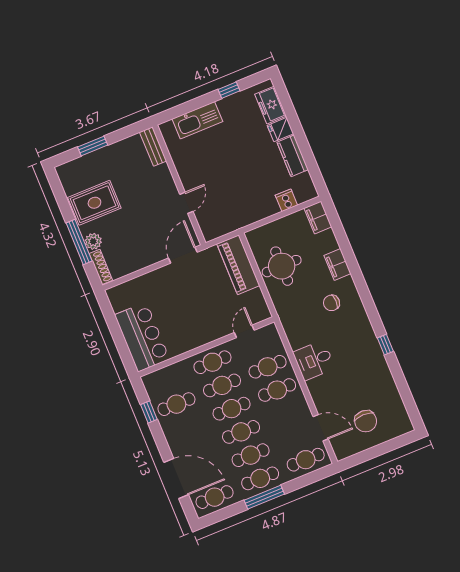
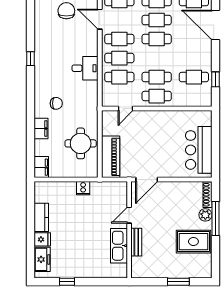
kitchen sink: (197, 120) -> (119, 246), moved, turned -90
bench: (153, 147) -> (136, 242), moved
cooker: (286, 200) -> (83, 188), moved
bar counter: (142, 337) -> (199, 150), moved
cafe table: (232, 409) -> (119, 39), moved

